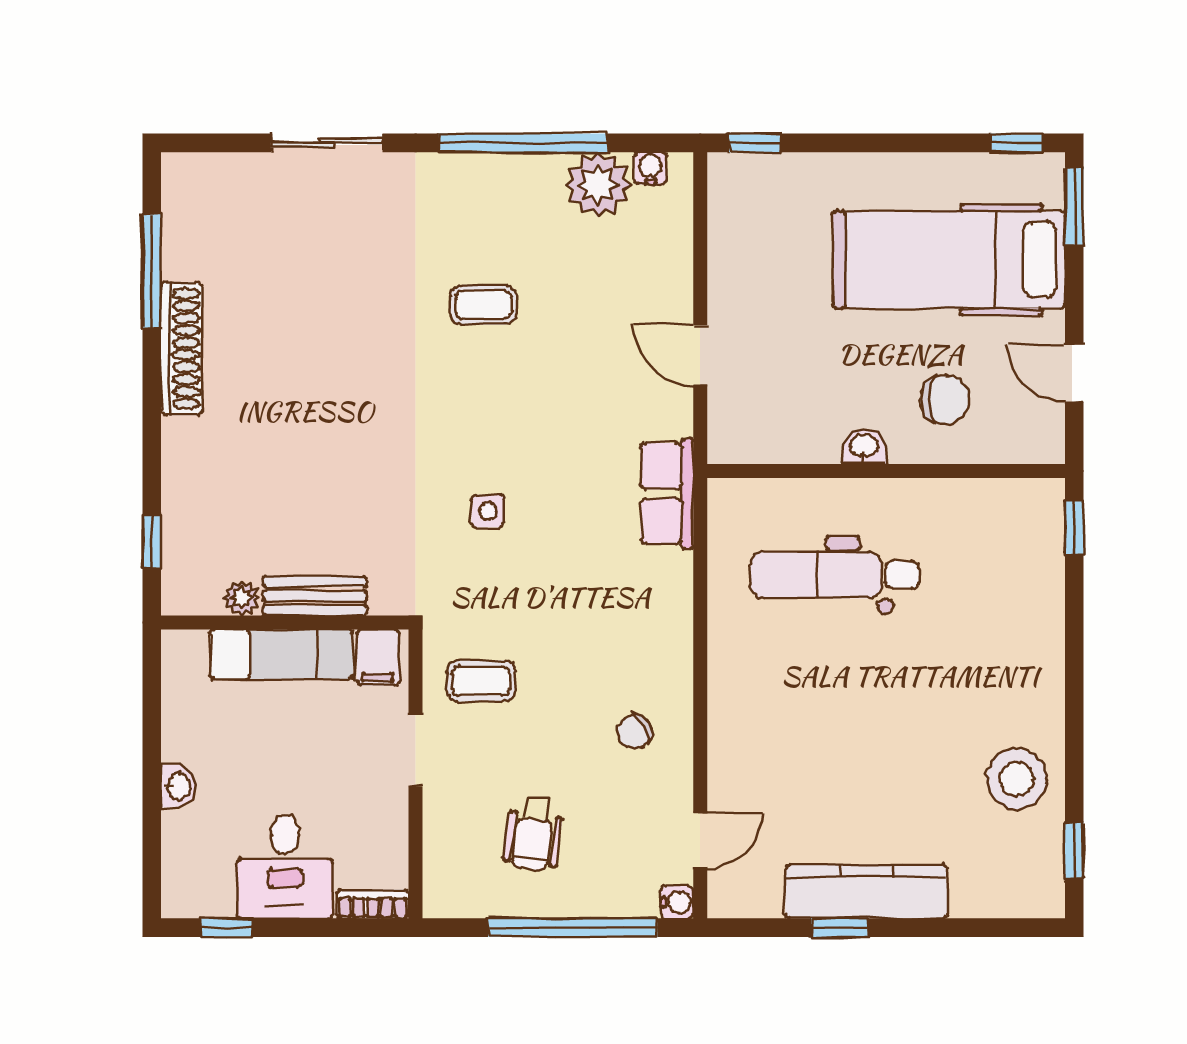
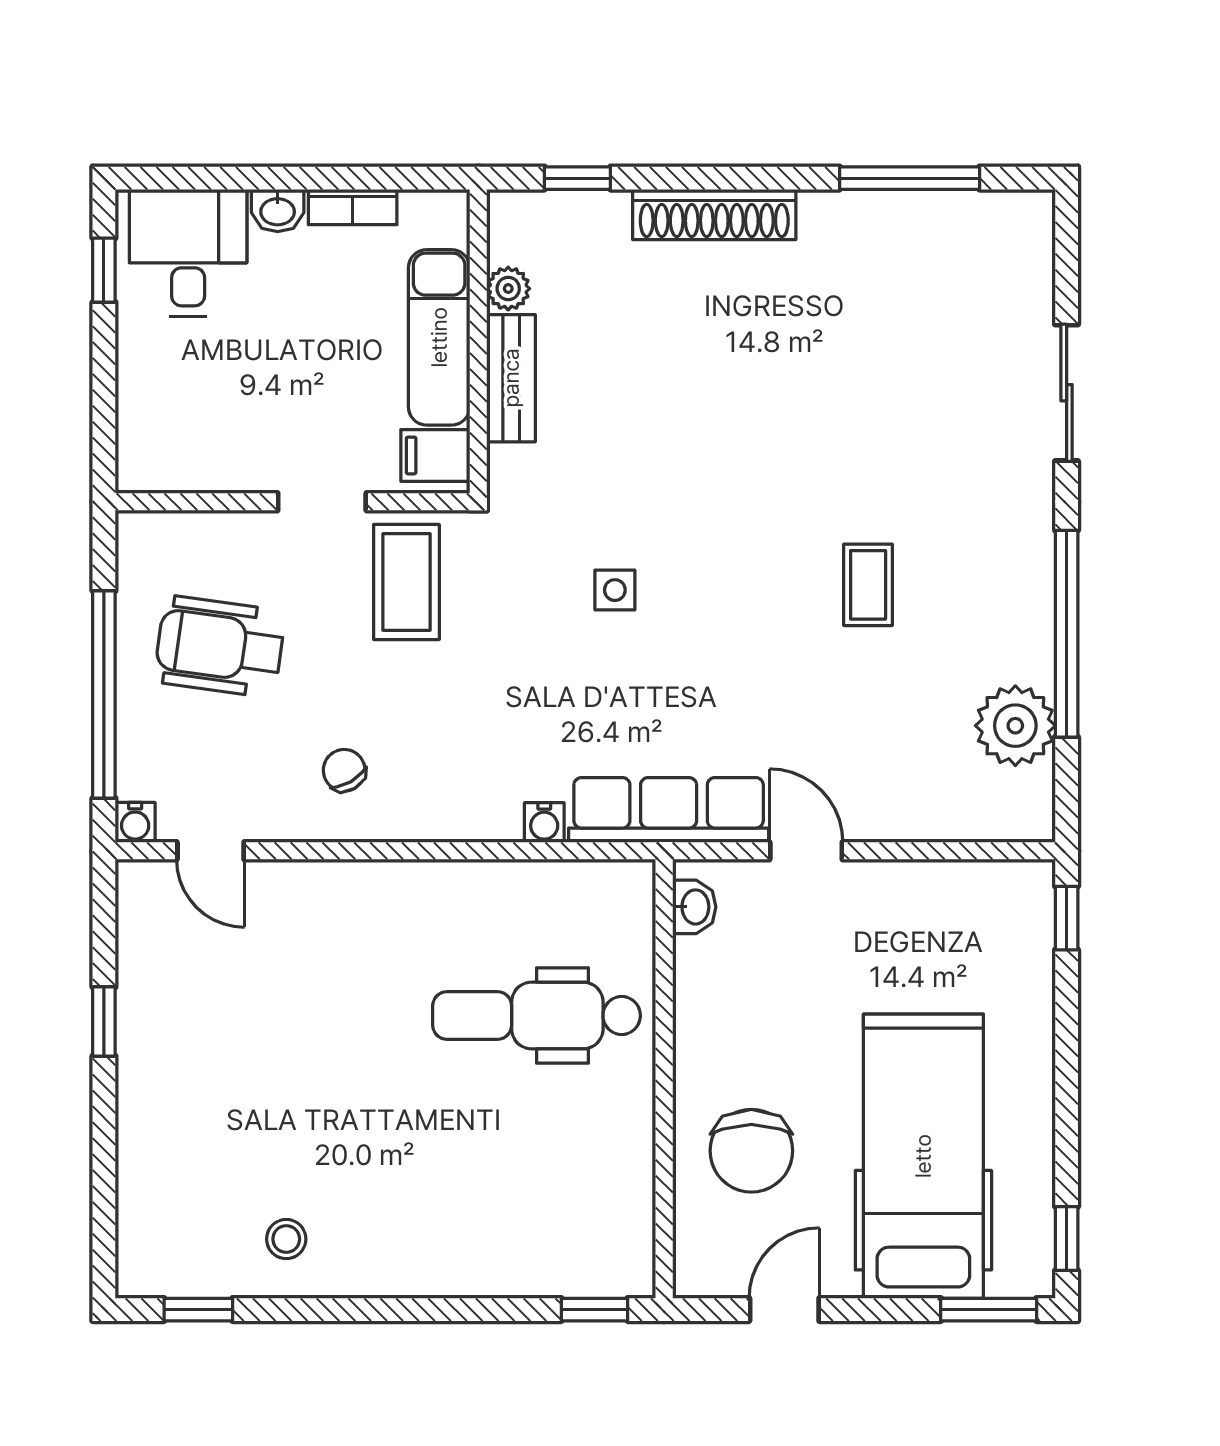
water cooler: (651, 168) -> (544, 823), moved, turned 90
shoe rack: (181, 349) -> (714, 214), moved
door: (700, 355) -> (806, 851), hinge flipped
chair: (945, 400) -> (751, 1151), width x1.37, depth x1.37
washbasin: (864, 446) -> (694, 907), moved
row of seats: (667, 494) -> (669, 810), width x1.48
dental chair: (834, 575) -> (537, 1016), turned -90
coffee table: (481, 681) -> (406, 582), width x1.36, depth x1.30
stool: (1017, 779) -> (286, 1239), width x0.53, depth x0.53
wheelchair: (534, 833) -> (220, 647), width x1.36, depth x1.37
desk: (285, 867) -> (188, 253), moved, turned 90
kitchen counter: (866, 891) -> (148, 1055), removed
bookcase: (373, 904) -> (353, 207), moved, turned 90

